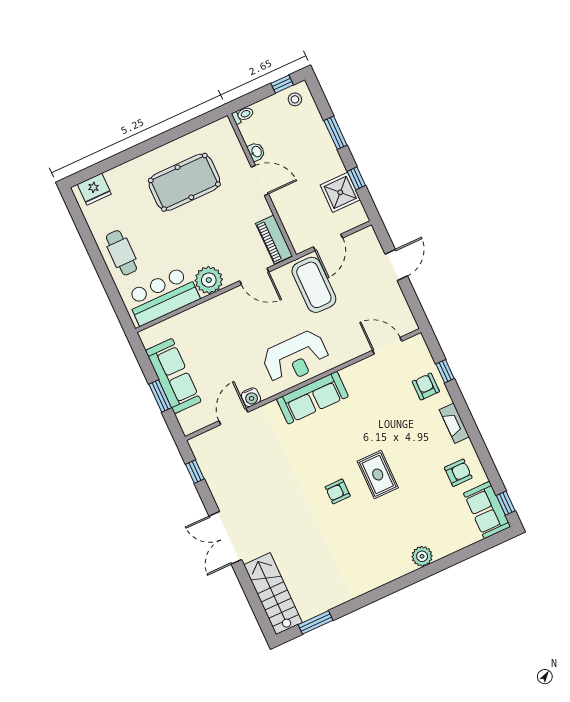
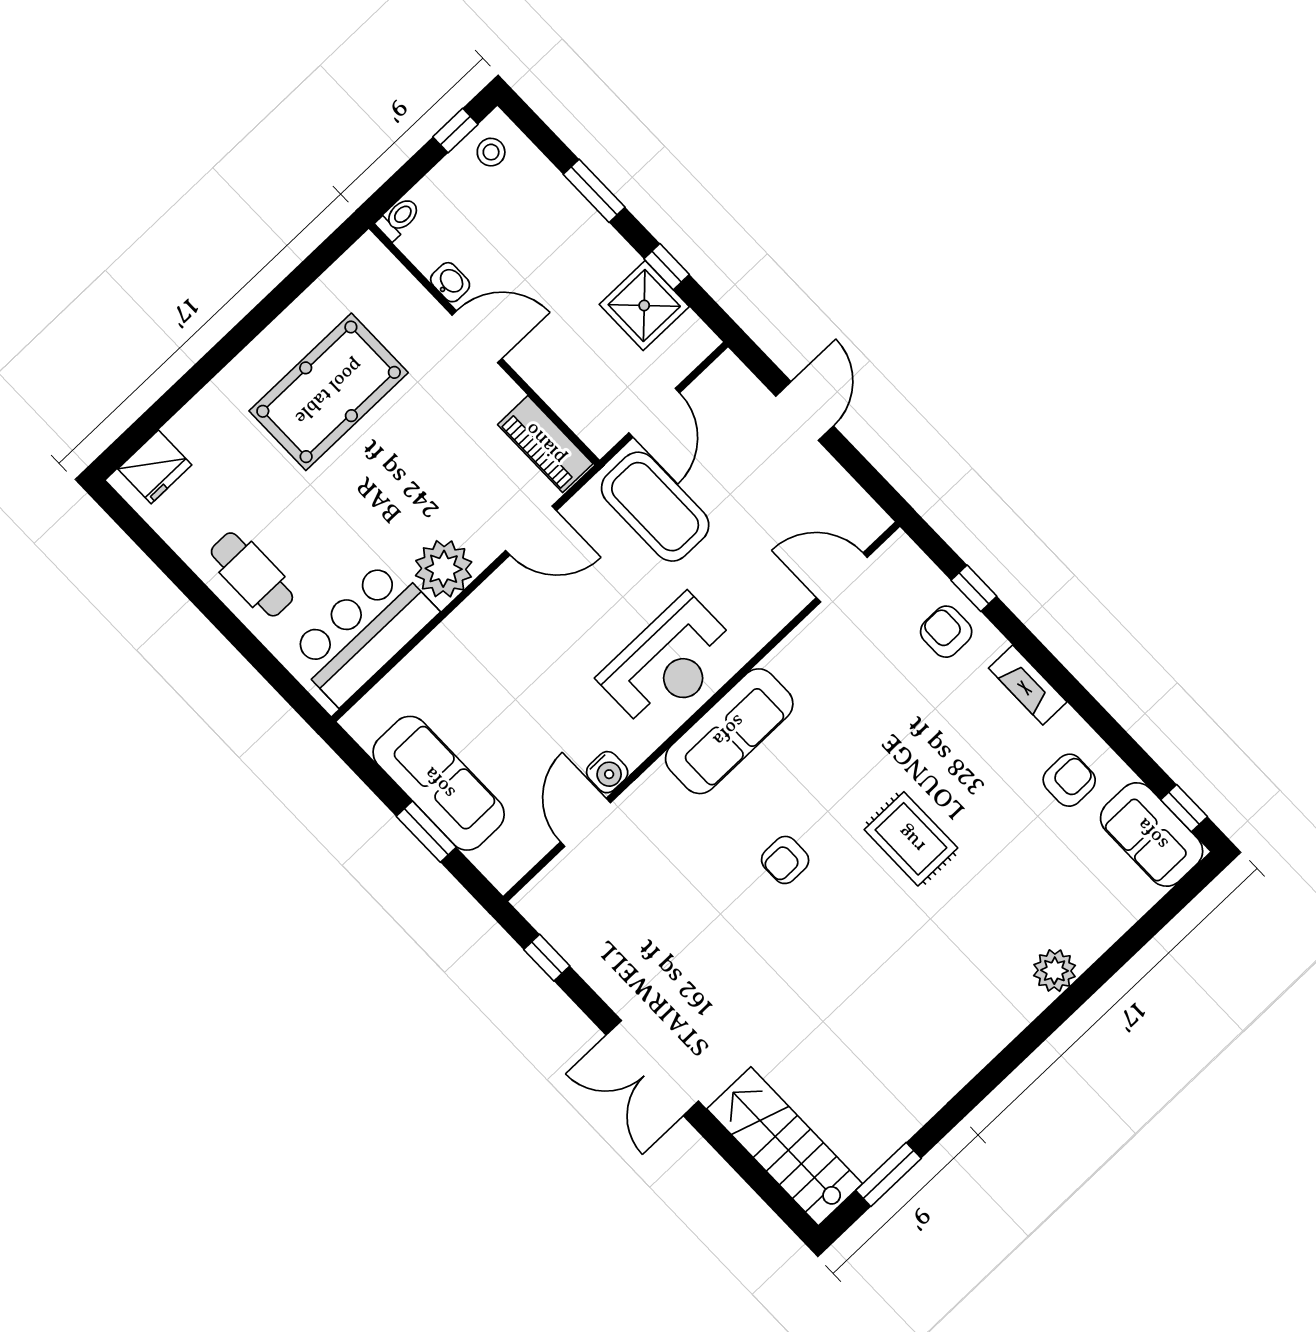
armchair: (338, 491) -> (785, 860), moved

